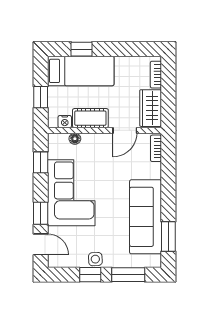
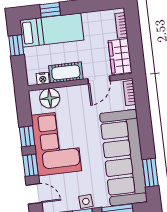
window: (41, 97) -> (16, 45), moved
floor lamp: (75, 139) -> (50, 98), width x1.89, depth x1.89
window: (41, 162) -> (27, 136), moved
sofa: (146, 217) -> (123, 158), width x1.36, depth x1.27

